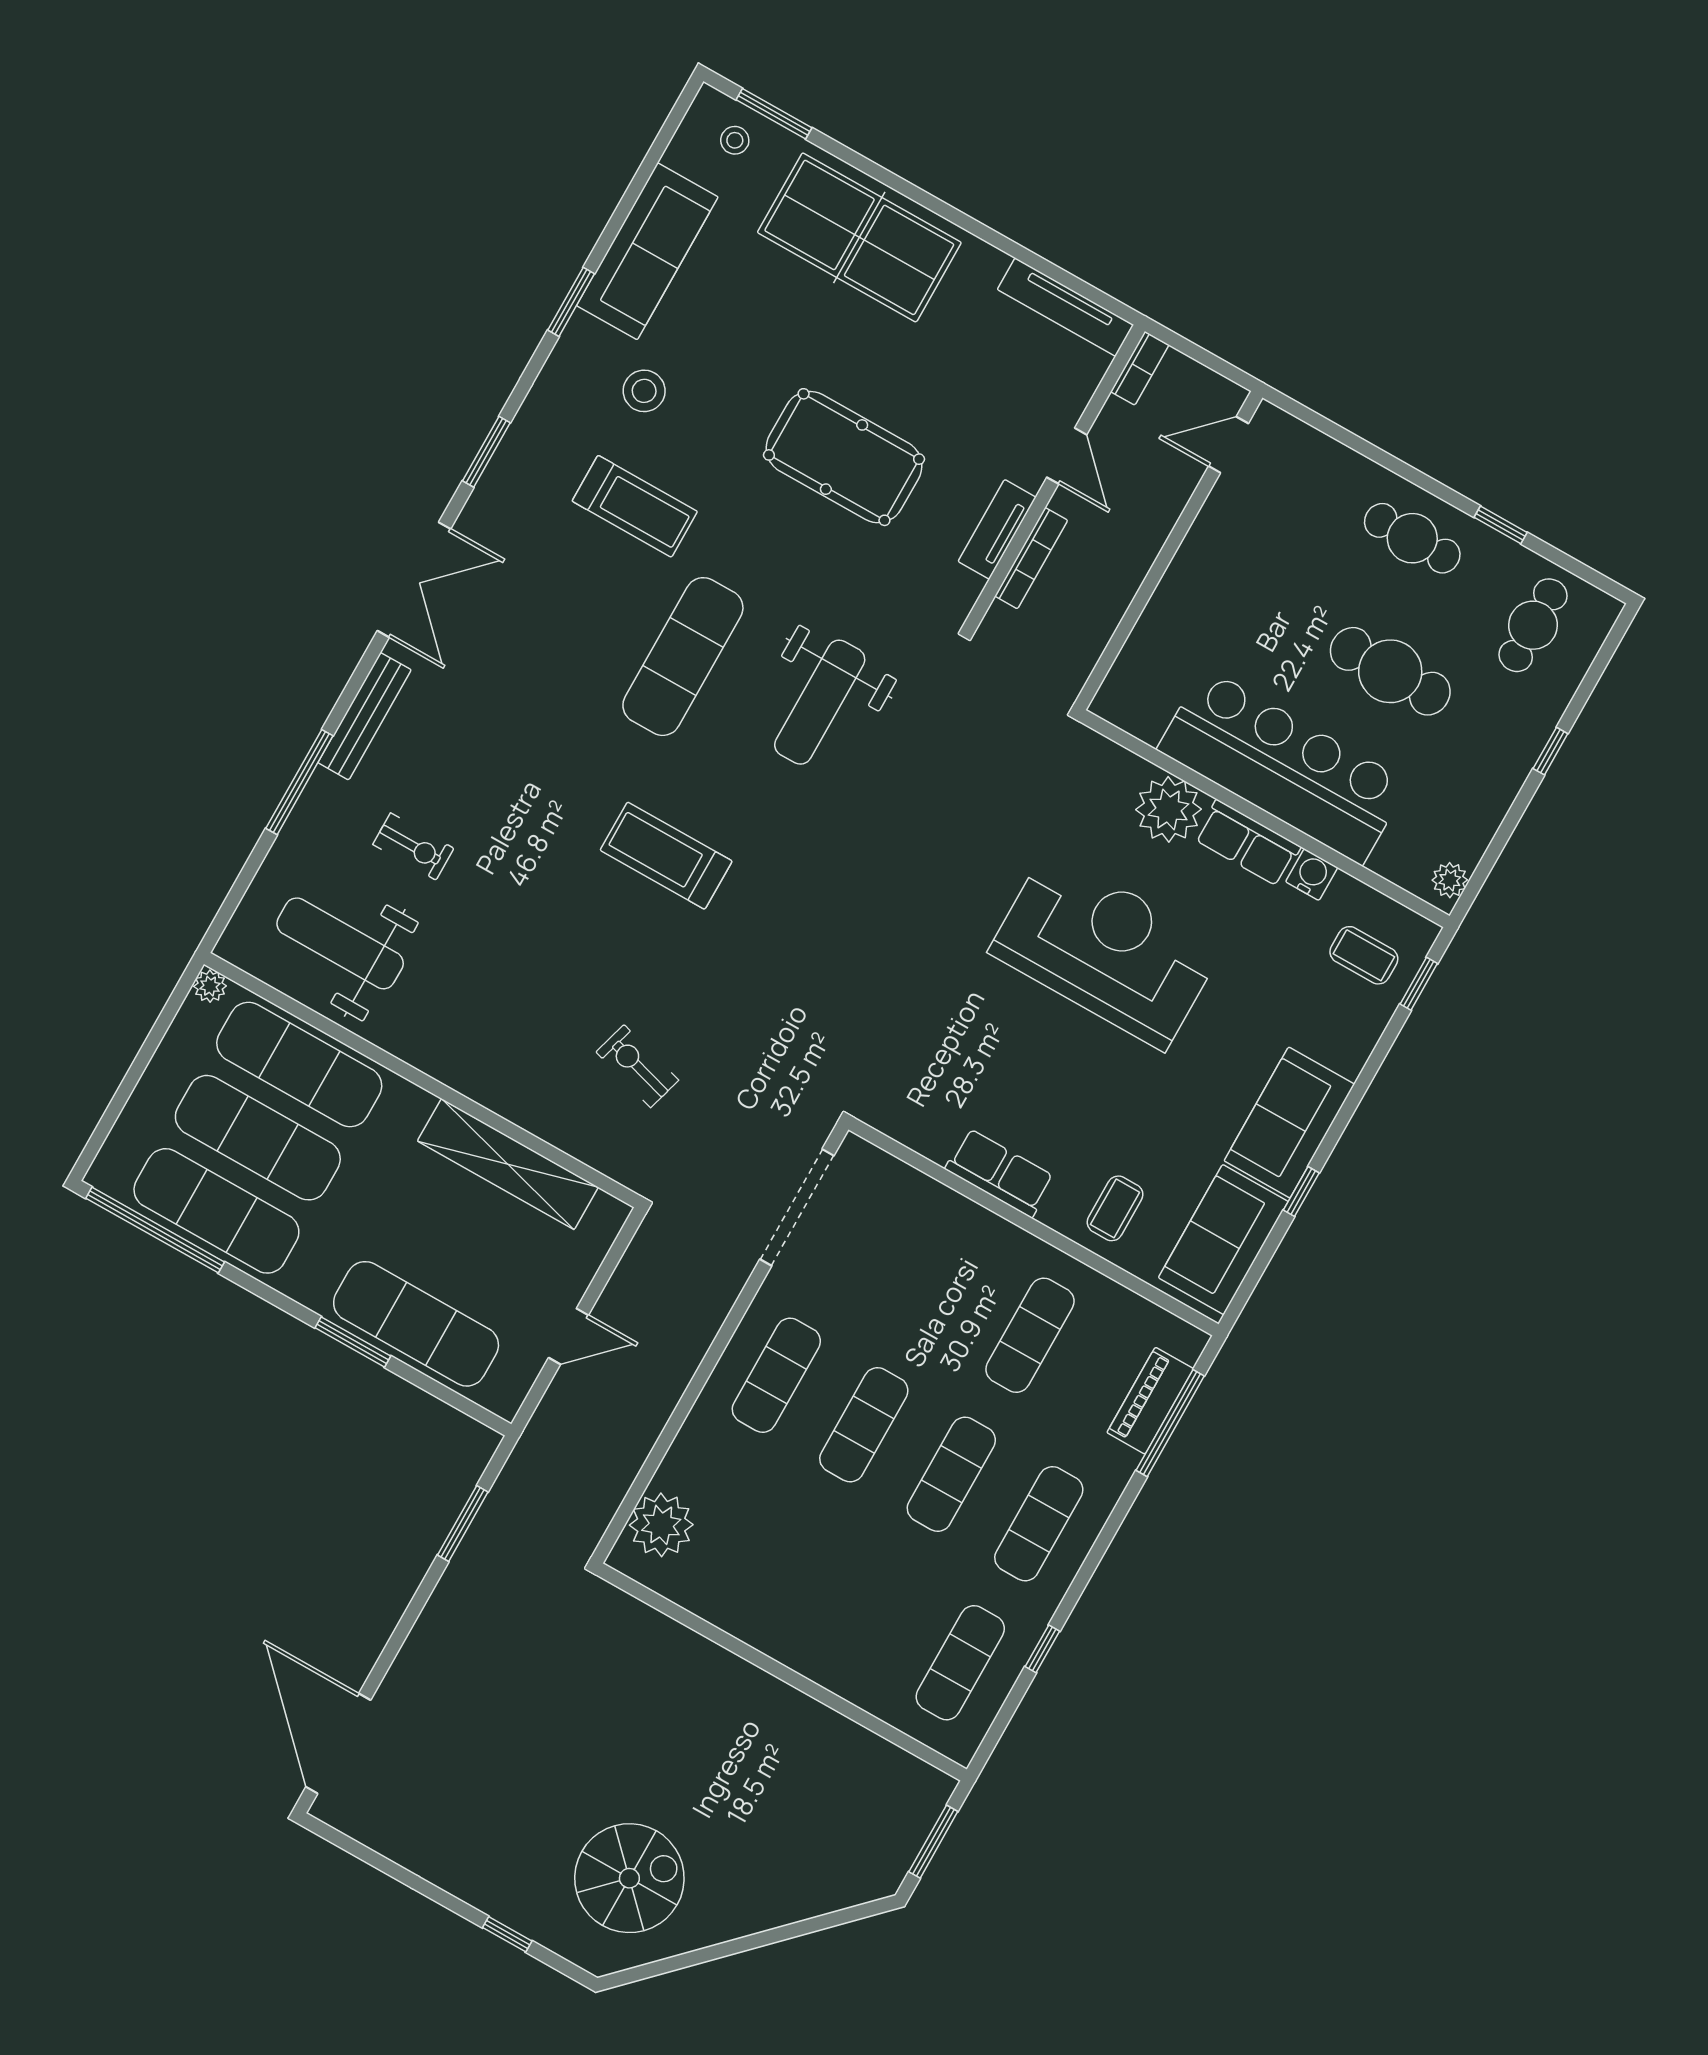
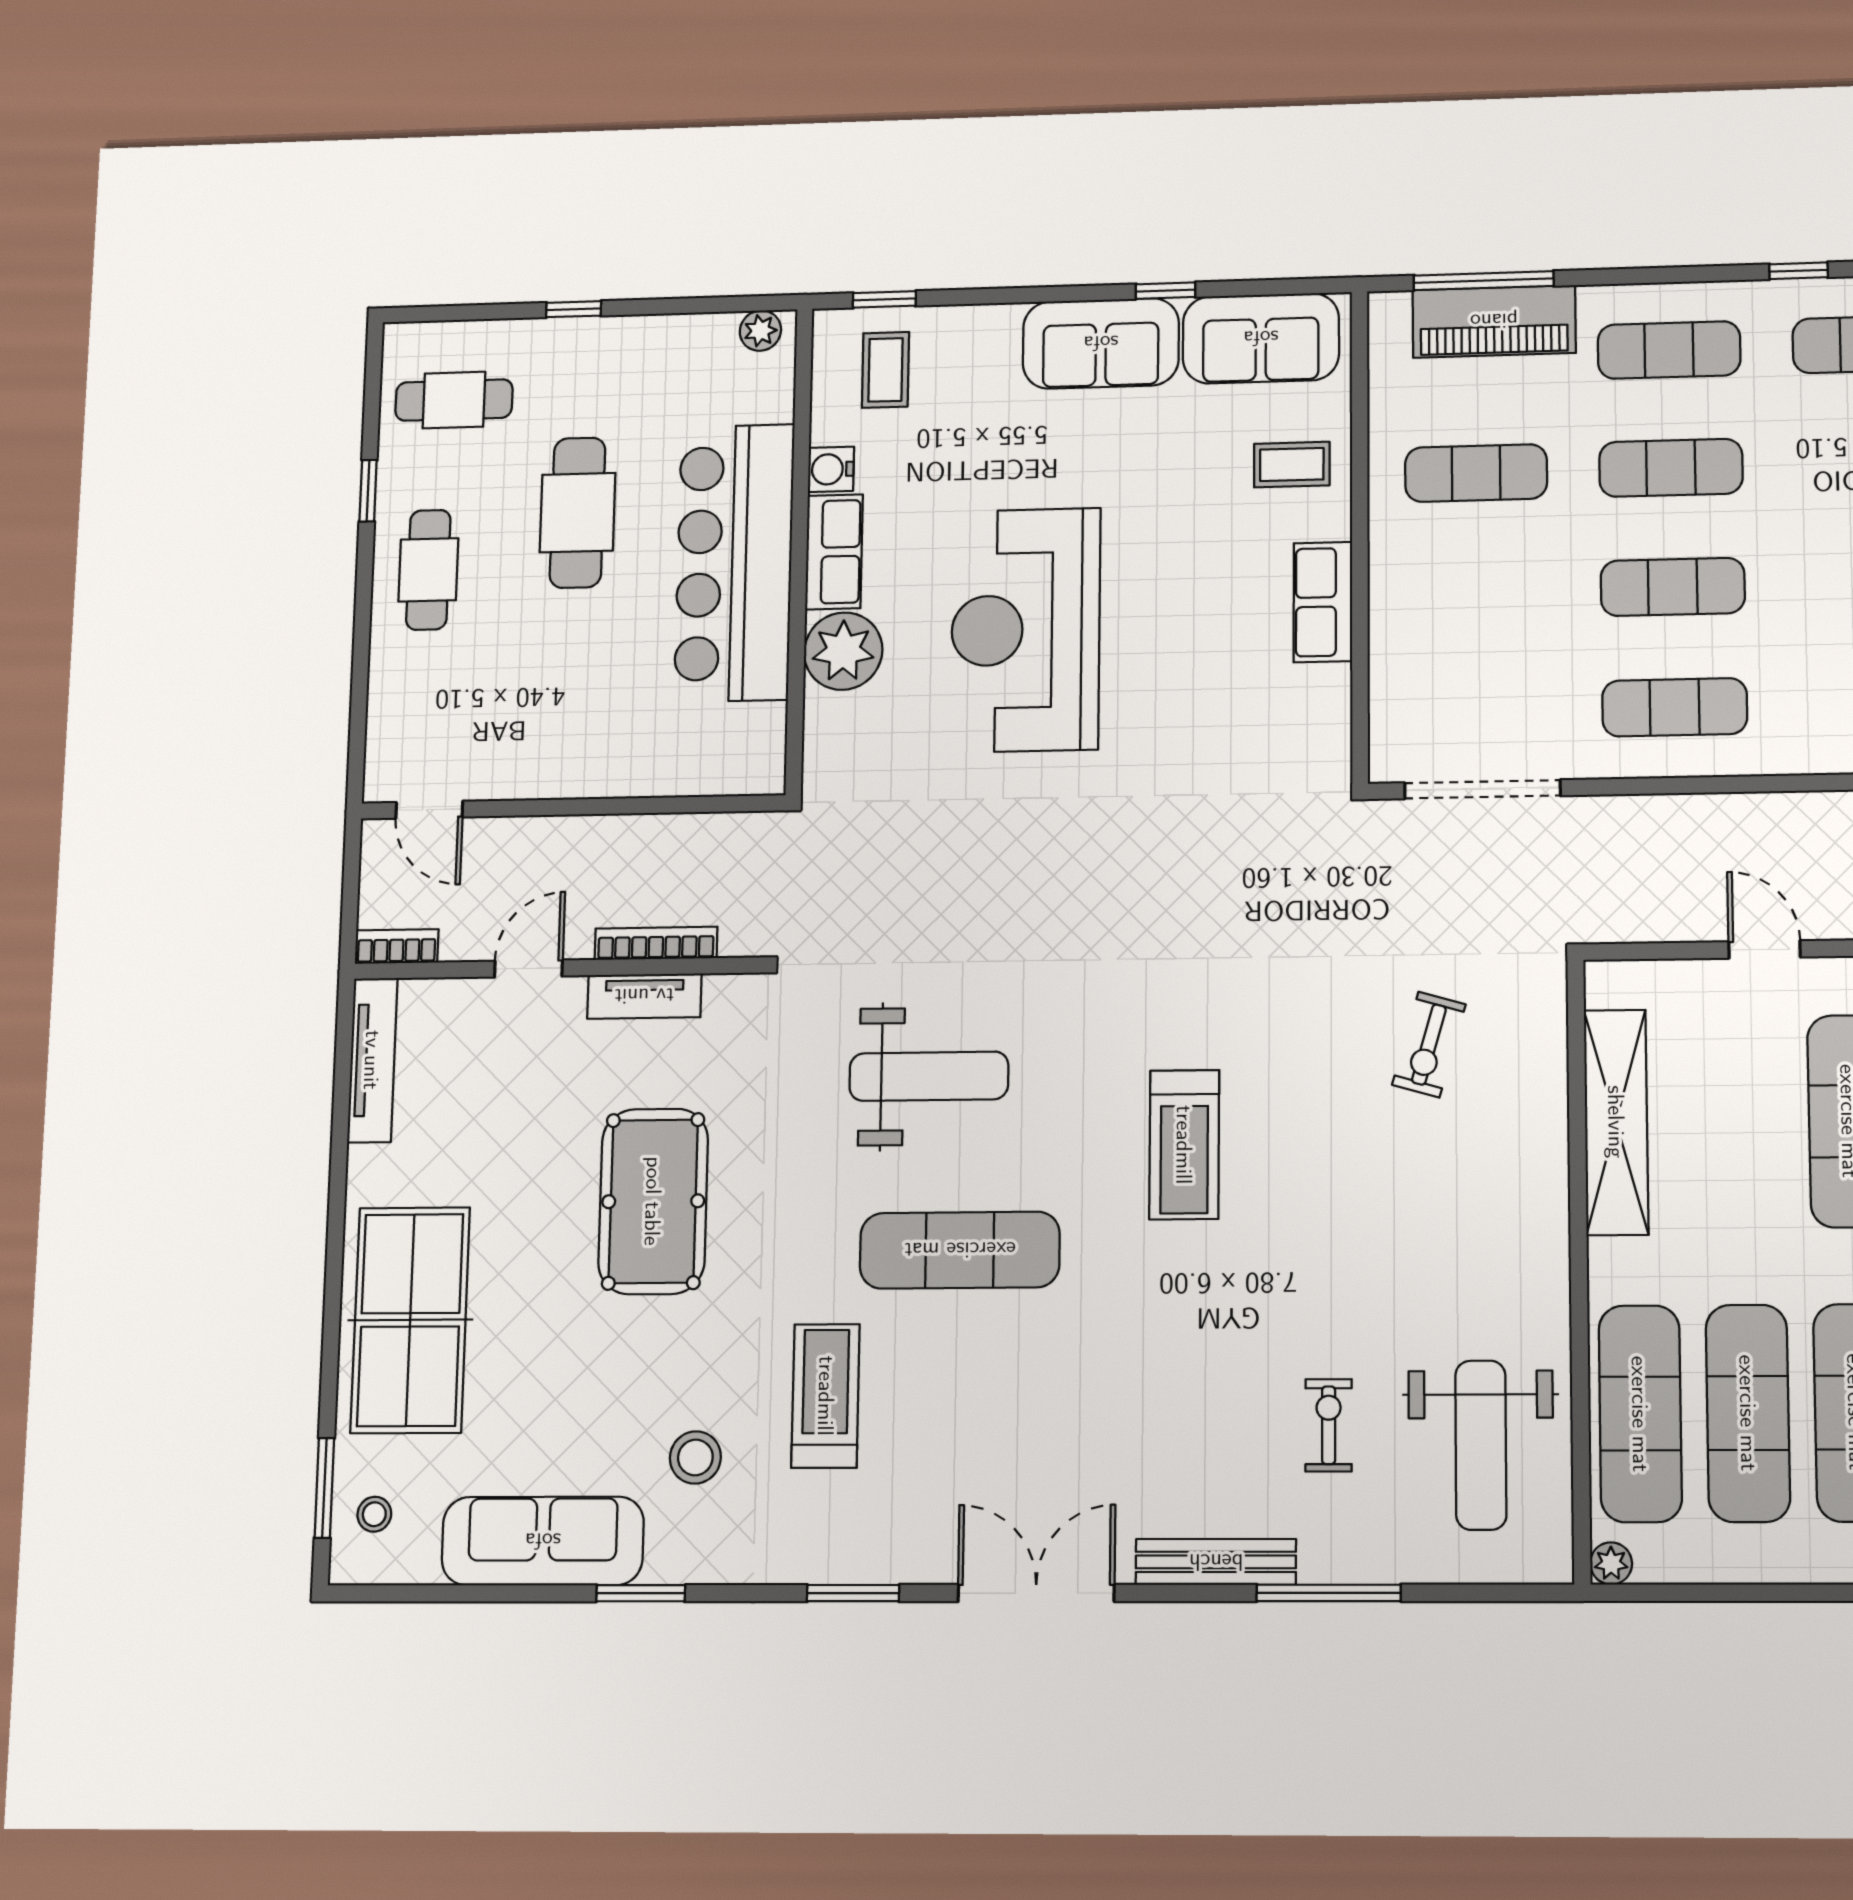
piano: (1150, 1401) -> (1494, 321), width x1.37, depth x1.33

